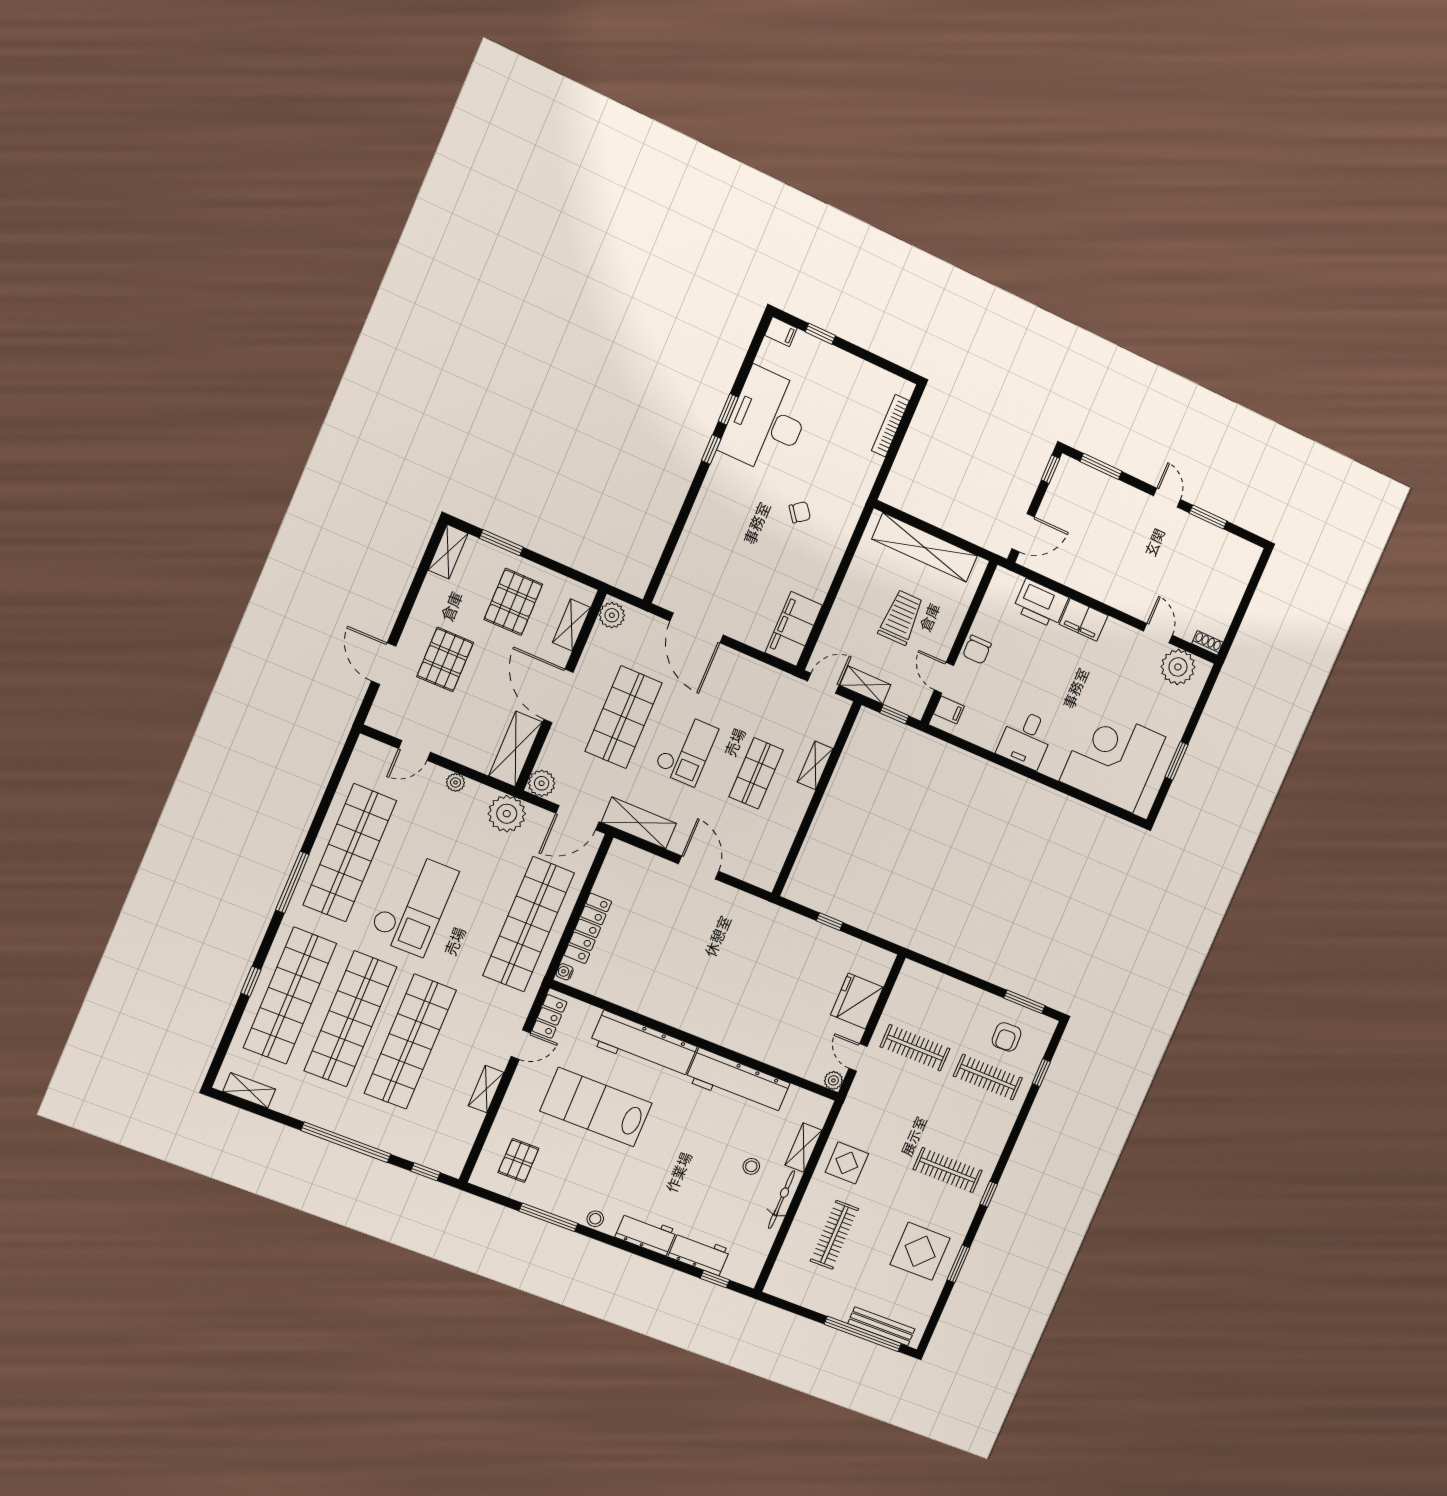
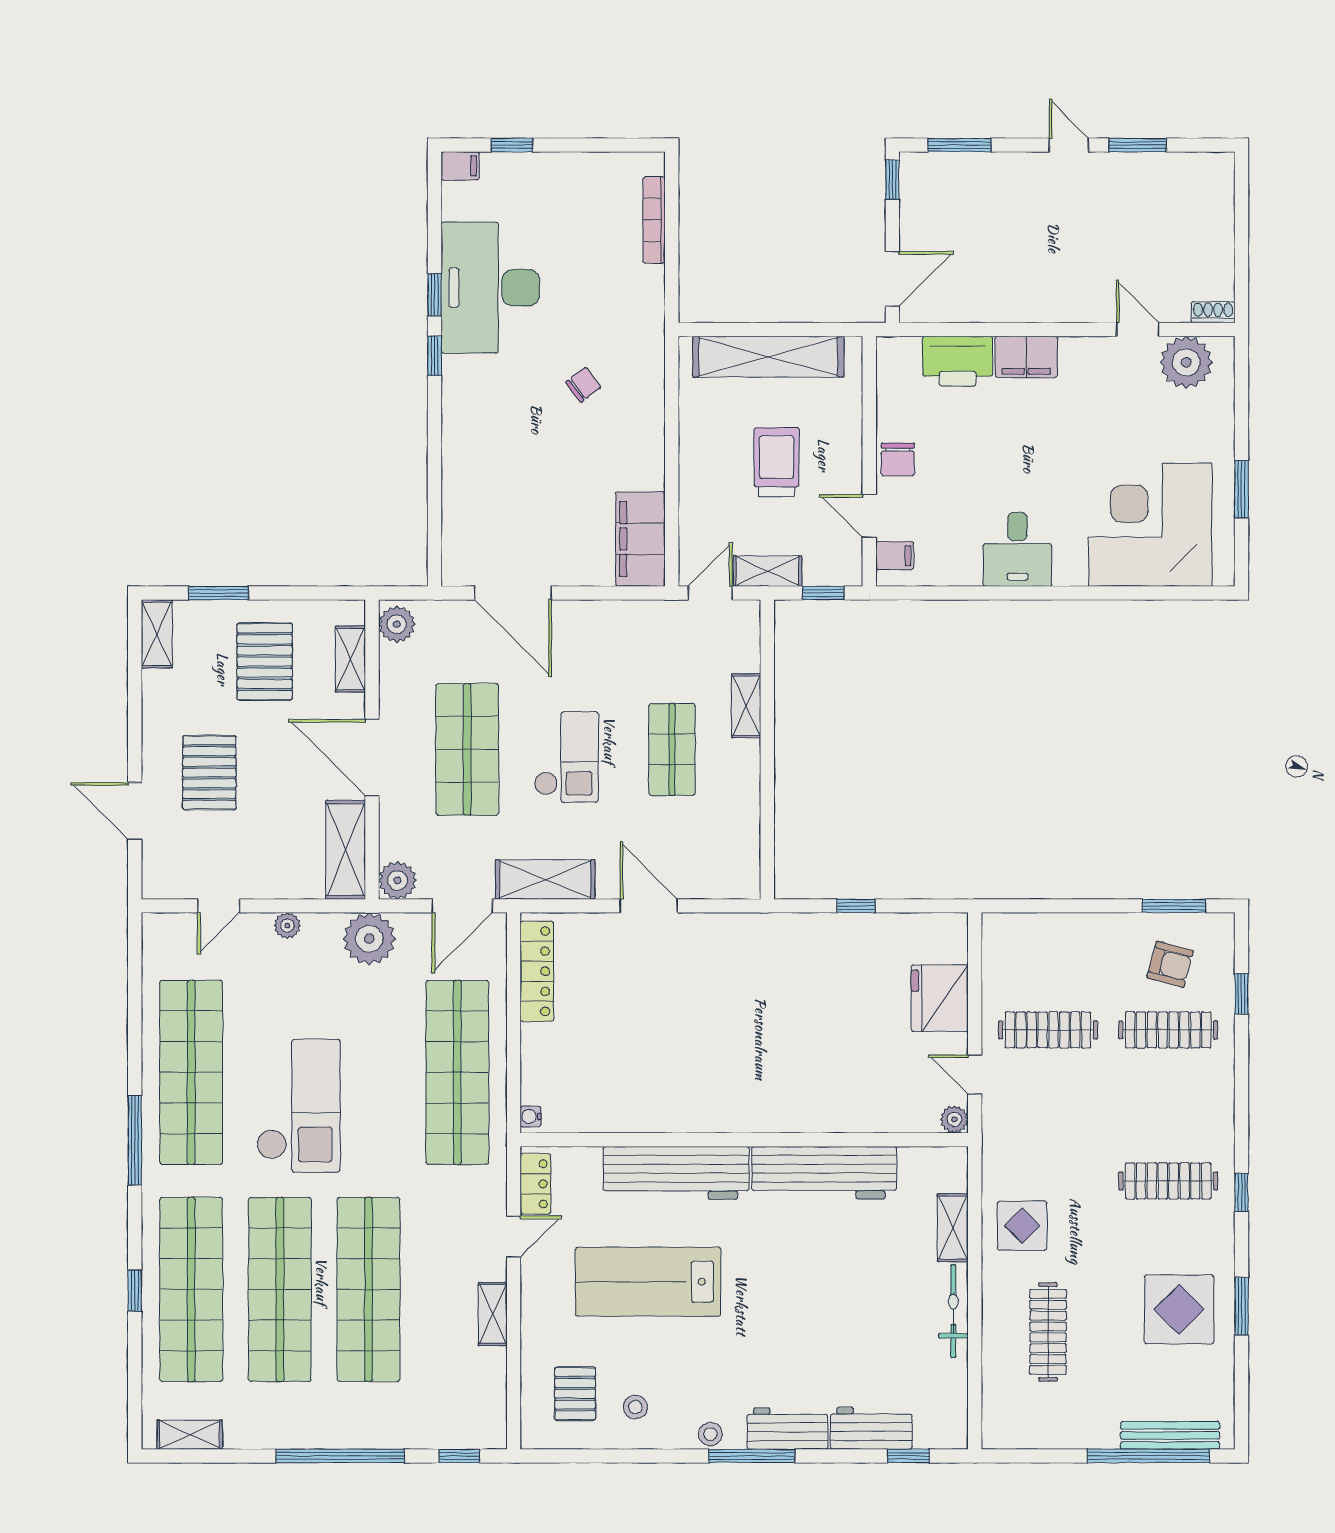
locker: (588, 928) -> (537, 971), moved
armchair: (1007, 1037) -> (1170, 964), turned -73
stool: (751, 1166) -> (635, 1407), moved
window: (548, 1217) -> (752, 1456), moved

